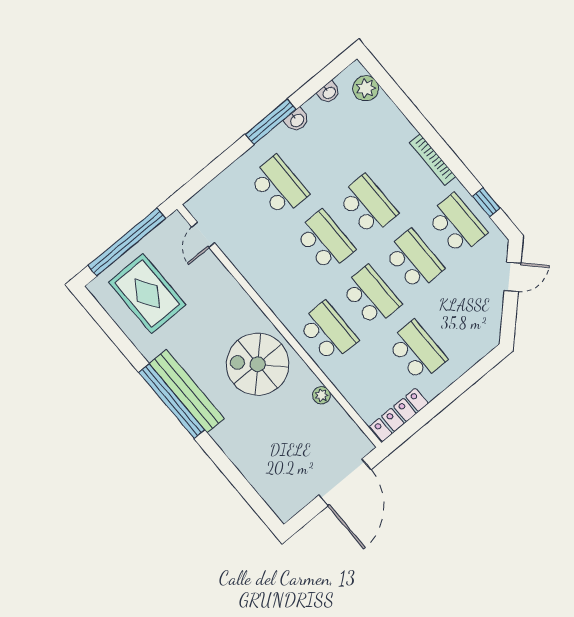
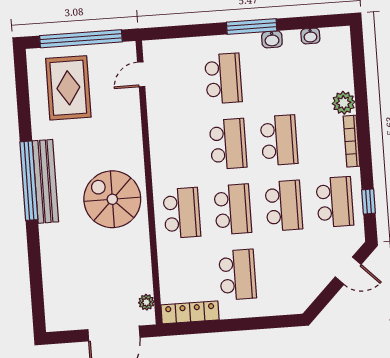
plant: (366, 88) -> (344, 103), moved
plant: (321, 395) -> (146, 302), moved

